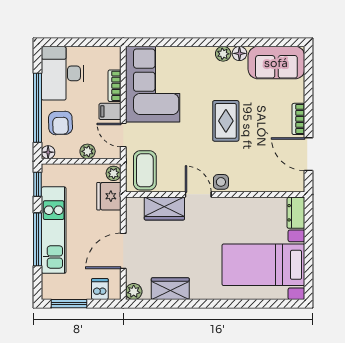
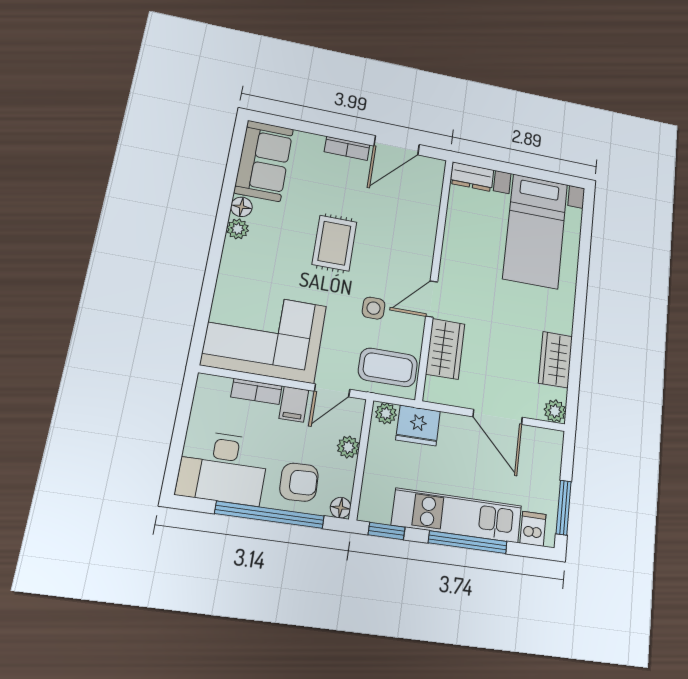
rug: (226, 121) -> (334, 243), turned 90
side table: (221, 182) -> (373, 308), moved
dishwasher: (100, 289) -> (533, 529), moved, turned 90

